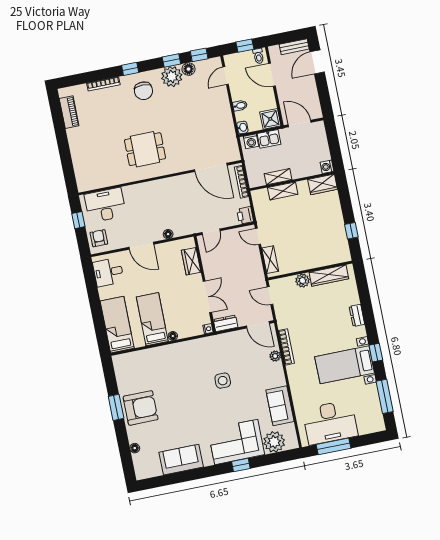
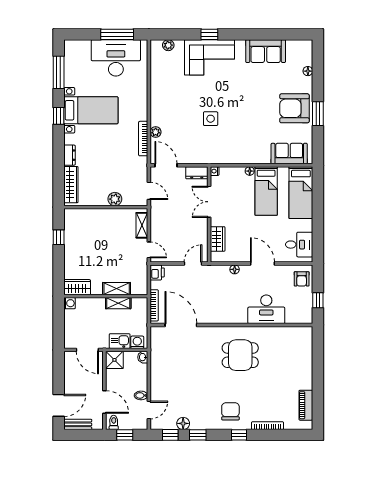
plant: (172, 77) -> (201, 420), removed
bidet: (240, 106) -> (141, 395), moved
desk: (105, 205) -> (266, 309), moved
wardrobe: (329, 275) -> (71, 185), moved, turned 90
sofa: (280, 406) -> (289, 154), moved, turned -90
plant: (274, 442) -> (168, 45), width x0.53, depth x0.53

